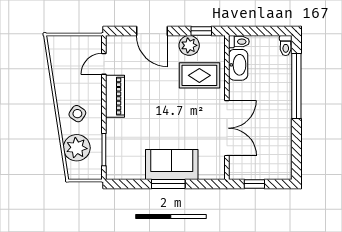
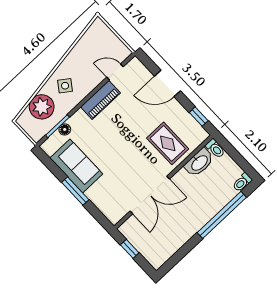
door: (152, 31) -> (167, 83), hinge flipped
plant: (189, 45) -> (181, 118), removed
floor lamp: (112, 146) -> (65, 129), added
sofa: (172, 164) -> (76, 166), moved

